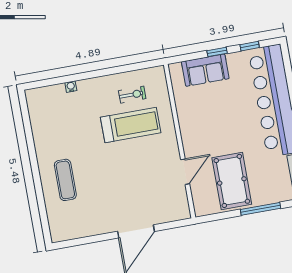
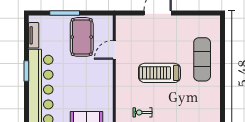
treadmill: (131, 125) -> (159, 73), moved
exercise mat: (65, 180) -> (202, 59), width x1.36, depth x1.45

